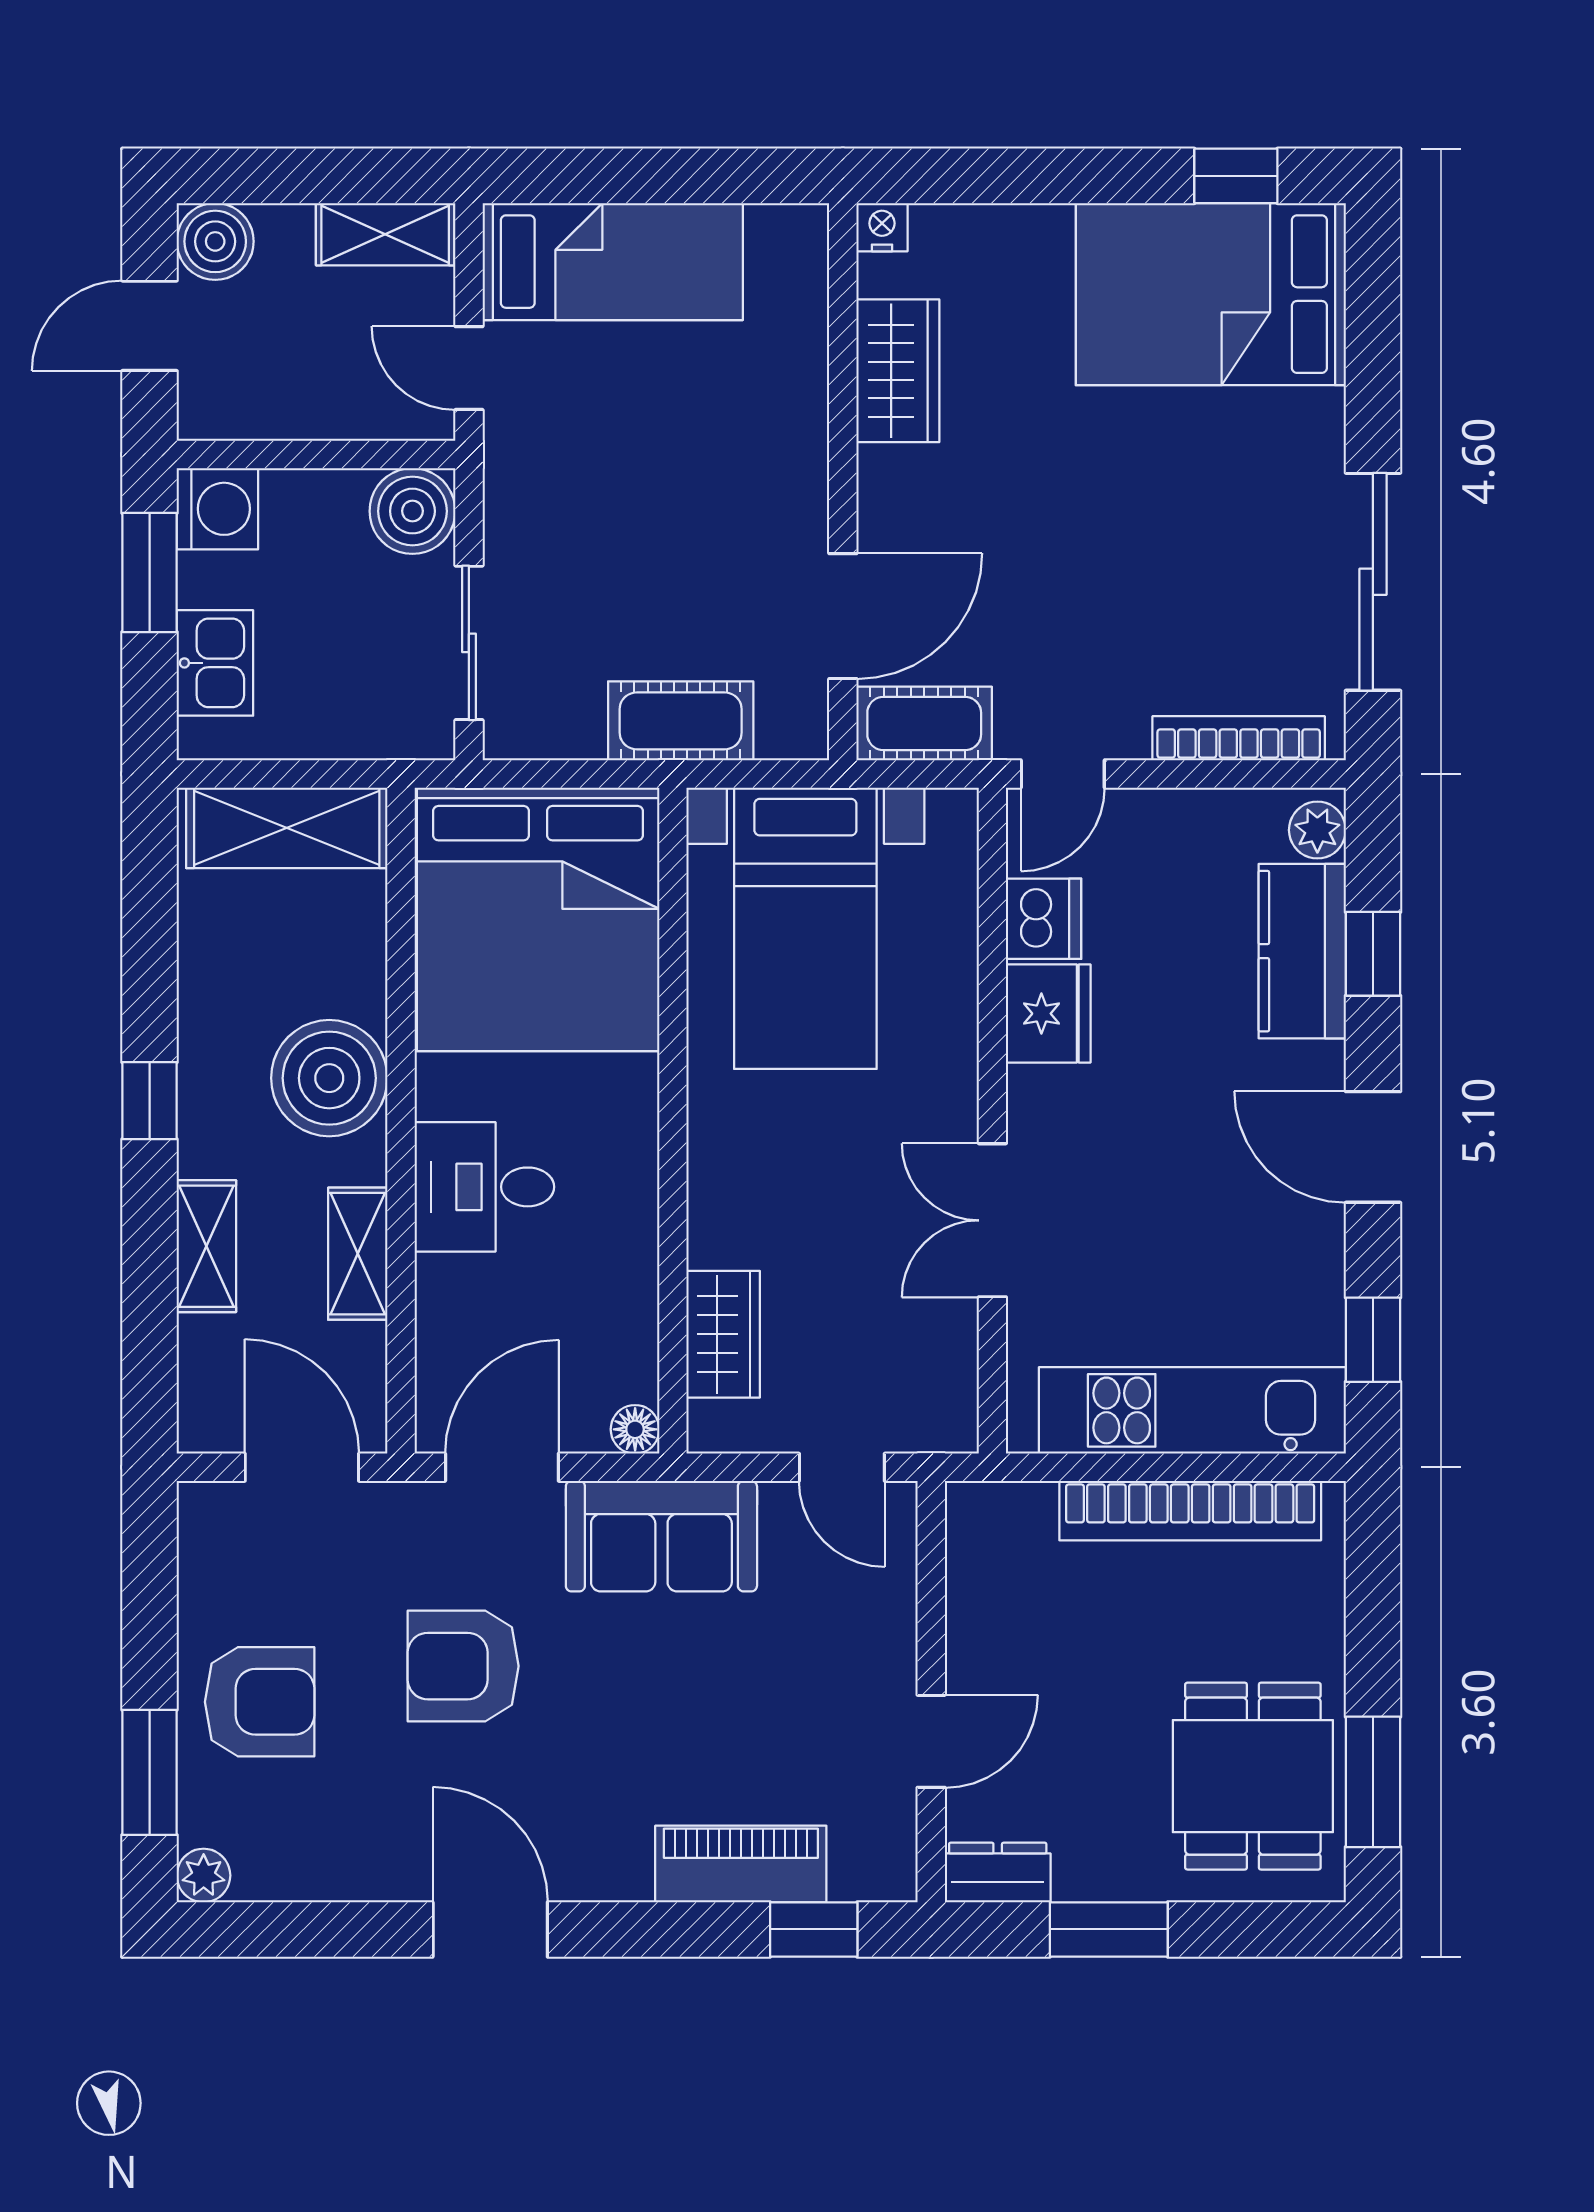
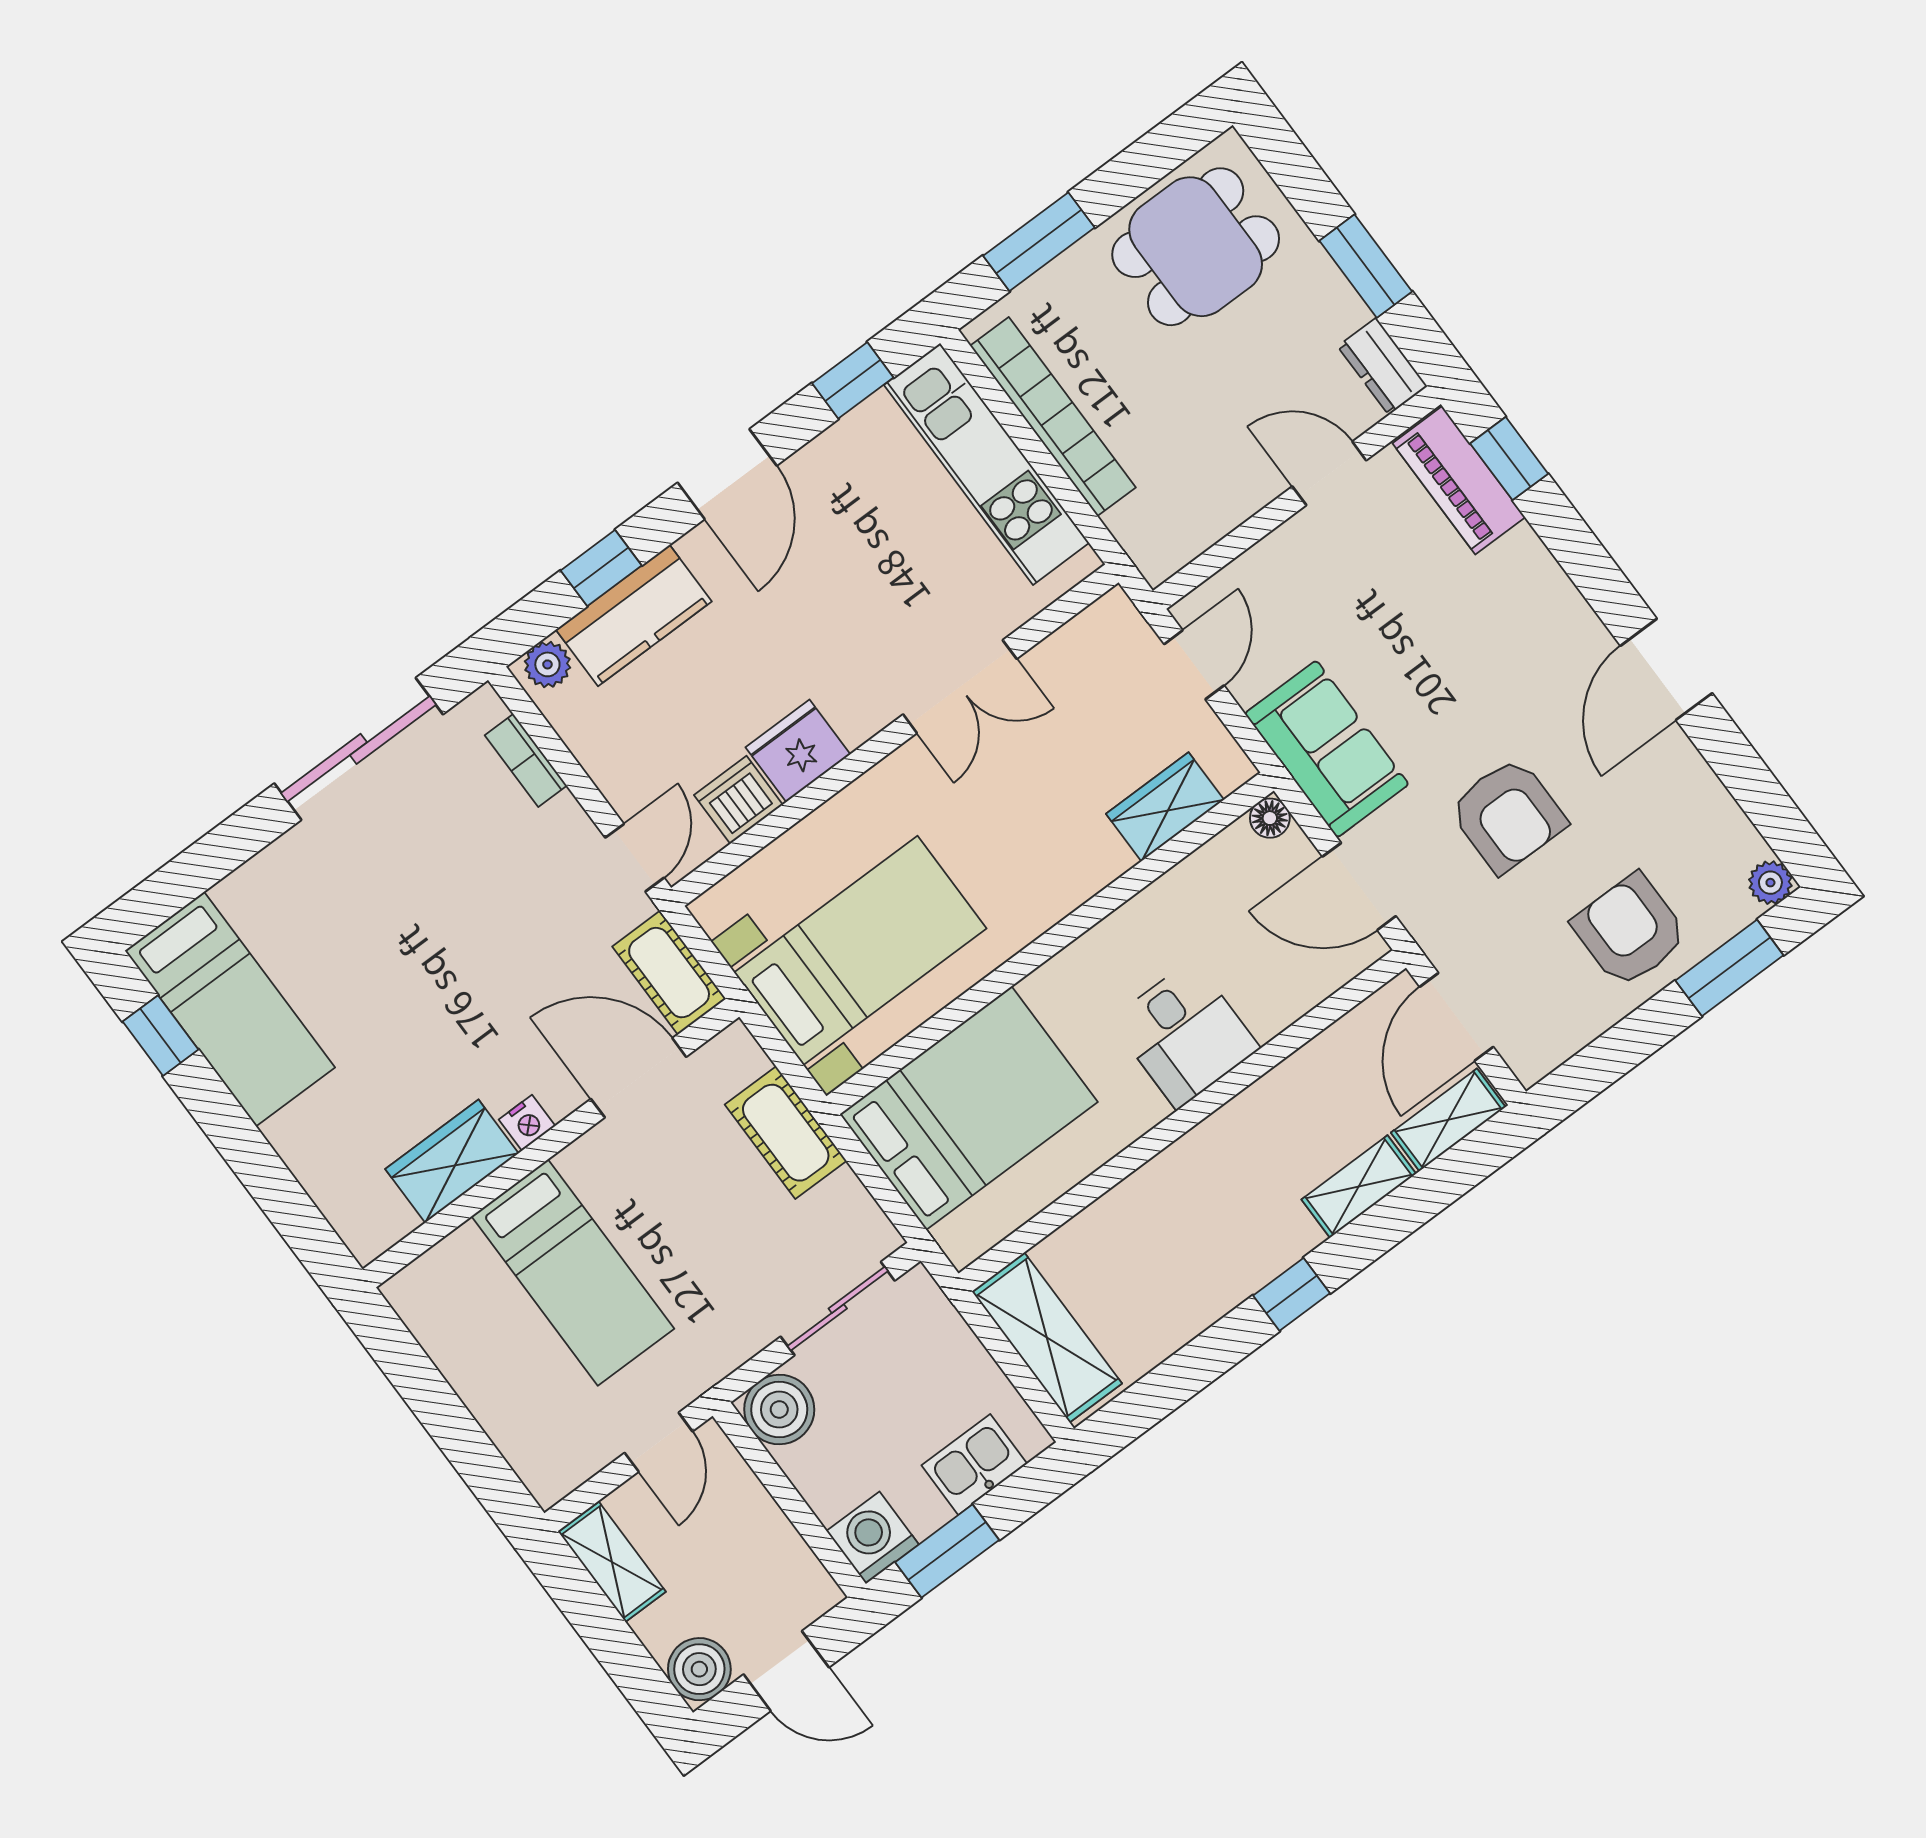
nightstand: (882, 227) -> (527, 1123), moved, turned -90
bed: (613, 262) -> (573, 1273), moved, turned 180
bed: (1211, 294) -> (230, 1009), width x0.67
bookcase: (1239, 738) -> (526, 760), width x0.64
door: (1063, 774) -> (635, 858), hinge flipped
bed: (538, 919) -> (969, 1108), width x0.73
boiler: (329, 1078) -> (1189, 1188), removed
shelving: (358, 1254) -> (1448, 1120), moved
window: (1373, 1782) -> (1039, 242), moved
piano: (741, 1864) -> (1459, 480), moved

